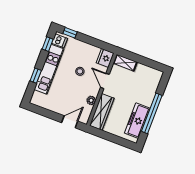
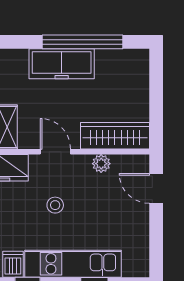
door: (105, 81) -> (55, 152), swing flipped
freezer: (137, 121) -> (62, 64), moved

